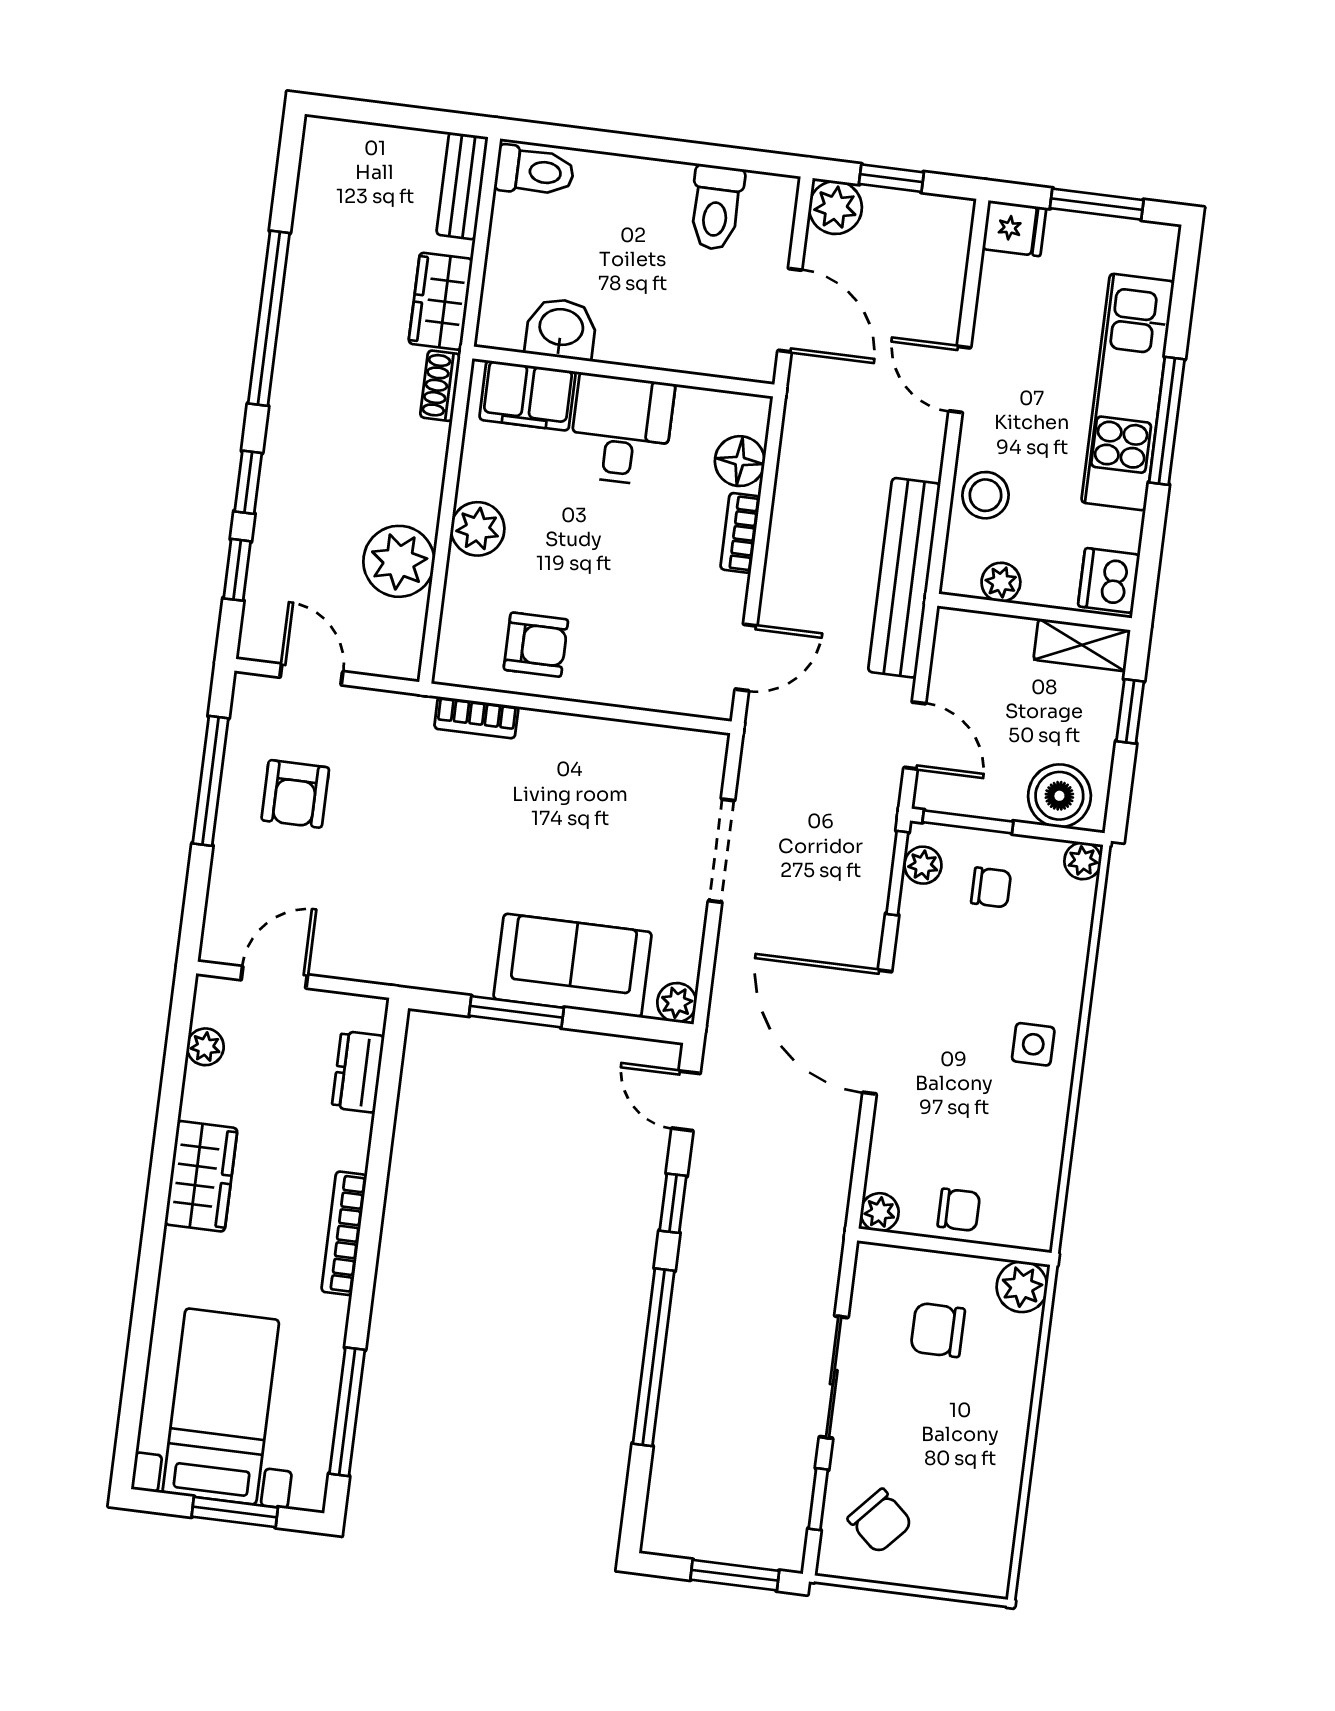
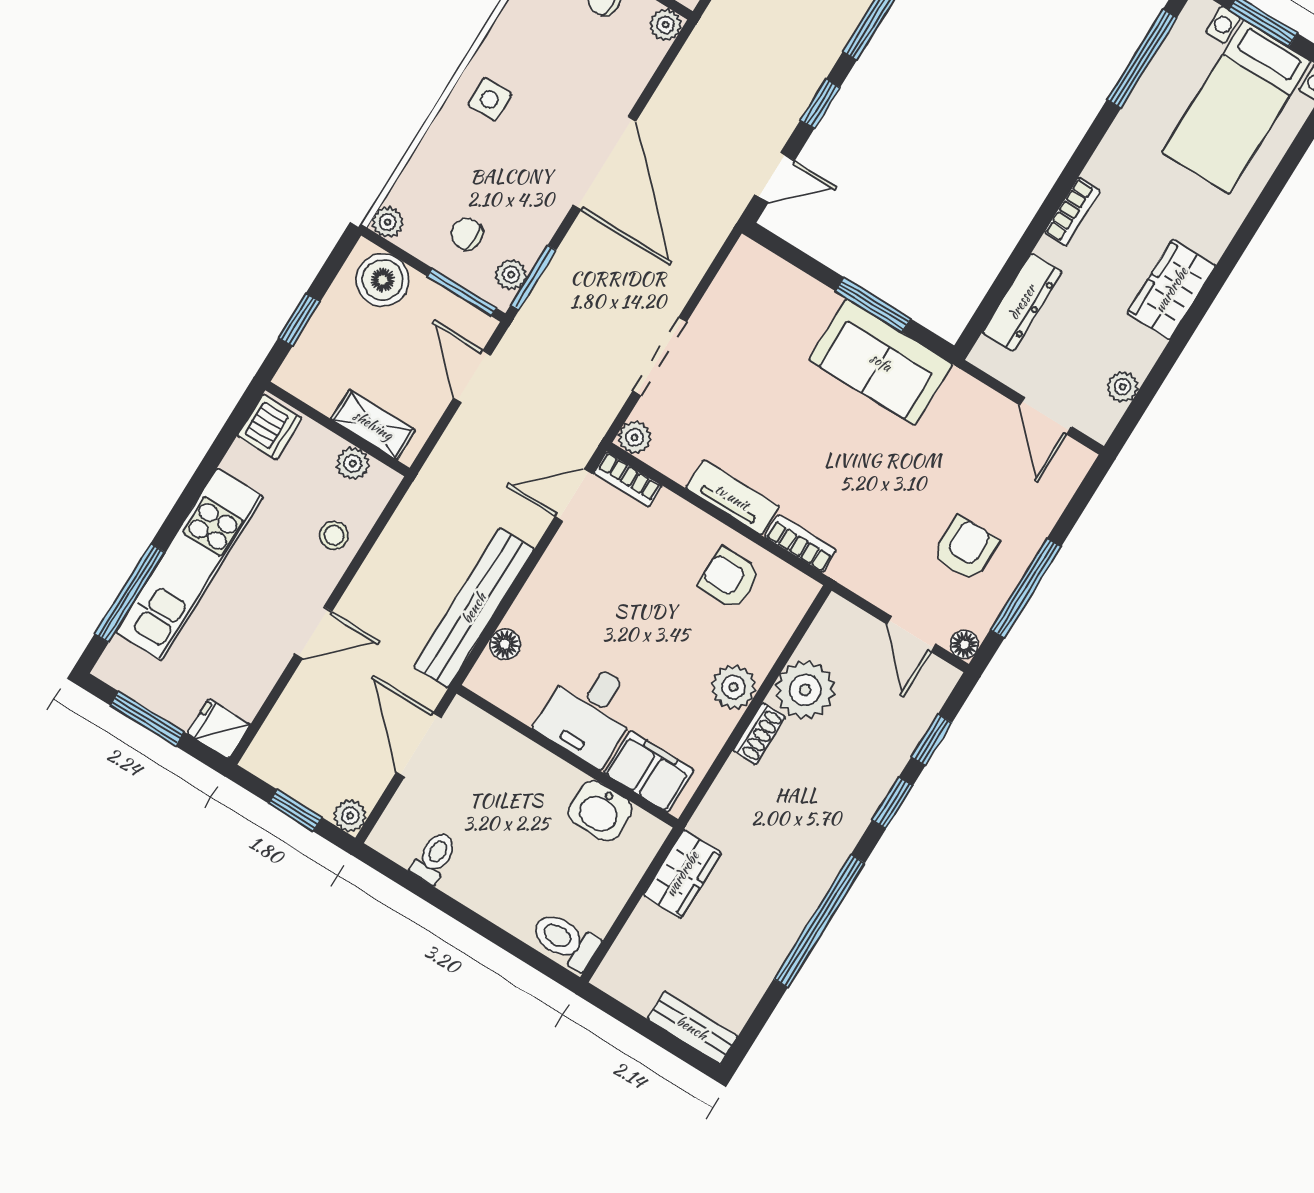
bench: (462, 186) -> (692, 1028), moved, turned 90
toilet: (716, 208) -> (434, 857), width x0.73, depth x0.72
plant: (835, 208) -> (350, 816), width x0.73, depth x0.73
door: (960, 379) -> (313, 633), hinge flipped
shoe rack: (440, 386) -> (759, 734), moved
window: (1167, 421) -> (130, 593), moved
floor lamp: (740, 461) -> (505, 644), width x0.73, depth x0.73
stool: (985, 495) -> (334, 535), width x0.73, depth x0.73
bookcase: (740, 533) -> (628, 479), moved, turned 90
bench: (904, 578) -> (474, 608), moved
shelving: (1082, 645) -> (373, 425), moved
floor lamp: (249, 689) -> (964, 645), added
tv unit: (573, 734) -> (732, 497), added
sofa: (573, 966) -> (881, 362), moved
door: (274, 977) -> (1046, 416), hinge flipped
plant: (677, 1003) -> (635, 437), moved
dresser: (358, 1072) -> (1022, 302), width x1.44
door: (686, 1101) -> (774, 178), hinge flipped
bookcase: (344, 1233) -> (1072, 212), width x0.64

